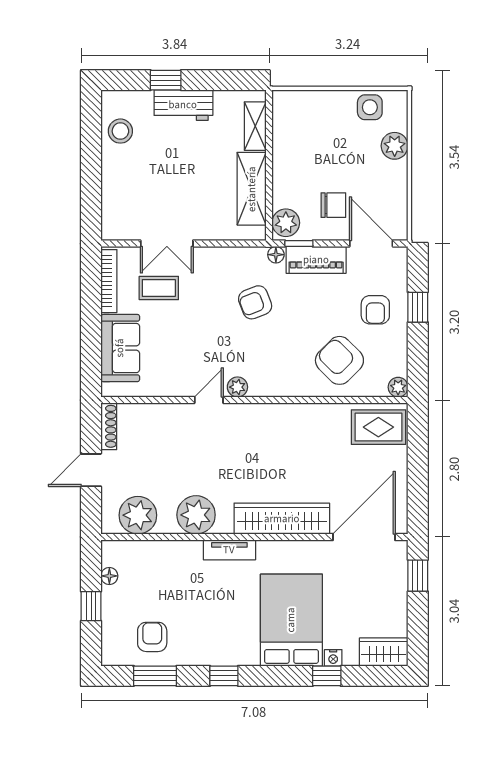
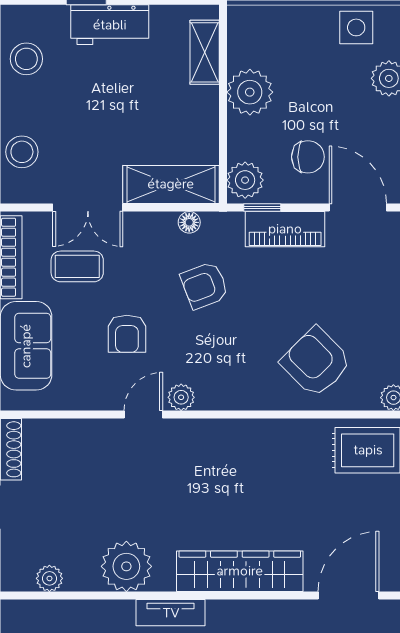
plant: (289, 156) -> (250, 92), added
shelving: (252, 189) -> (171, 184), moved, turned 90
stool: (117, 201) -> (22, 152), added
floor lamp: (276, 255) -> (189, 222), moved
armchair: (375, 310) -> (127, 334), moved
plant: (138, 515) -> (49, 578), width x0.53, depth x0.53
door: (364, 537) -> (348, 596), width x0.73

